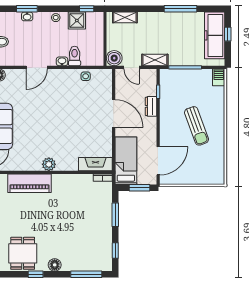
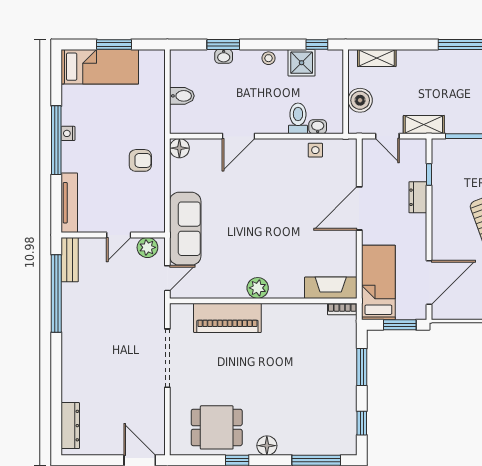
boiler: (114, 58) -> (360, 100), moved
washbasin: (62, 61) -> (318, 127), moved
door: (114, 113) -> (359, 208), swing flipped
dining table: (23, 253) -> (217, 427), turned 90

